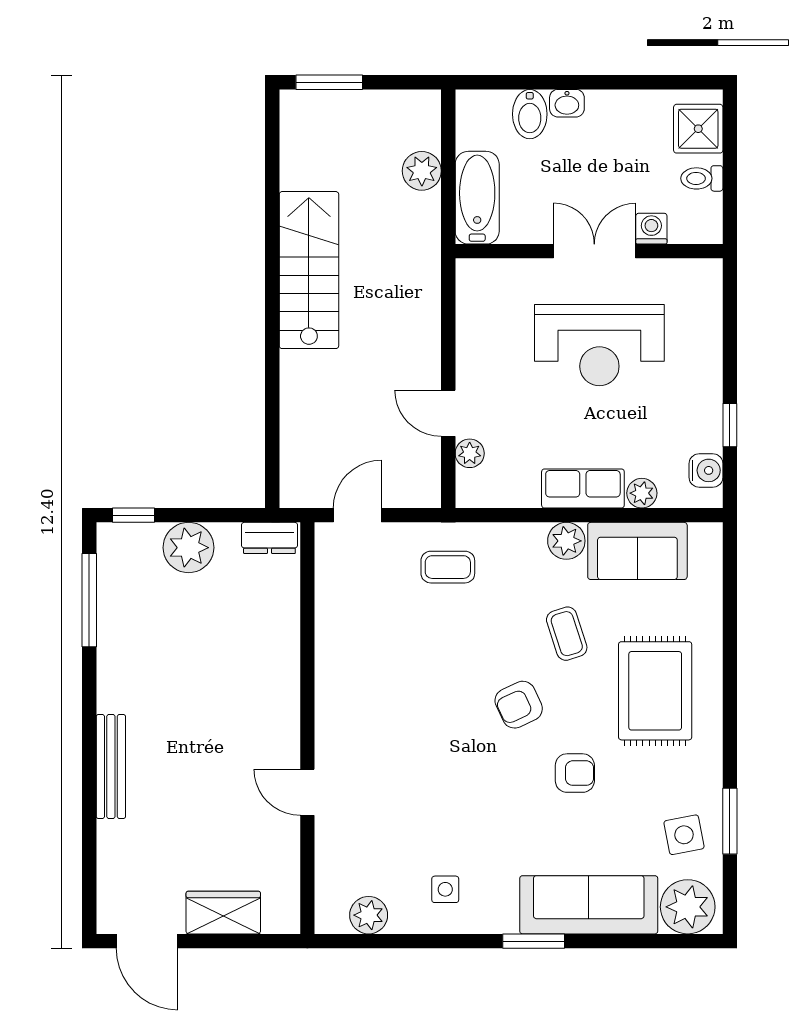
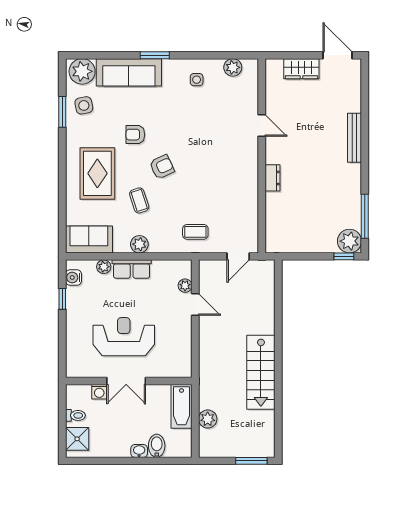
dresser: (269, 538) -> (272, 178), moved, turned 90
plant: (189, 548) -> (349, 241), moved
sofa: (637, 551) -> (89, 239), moved

